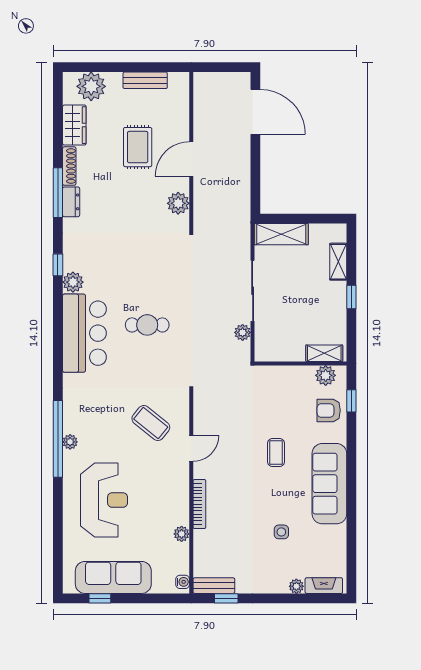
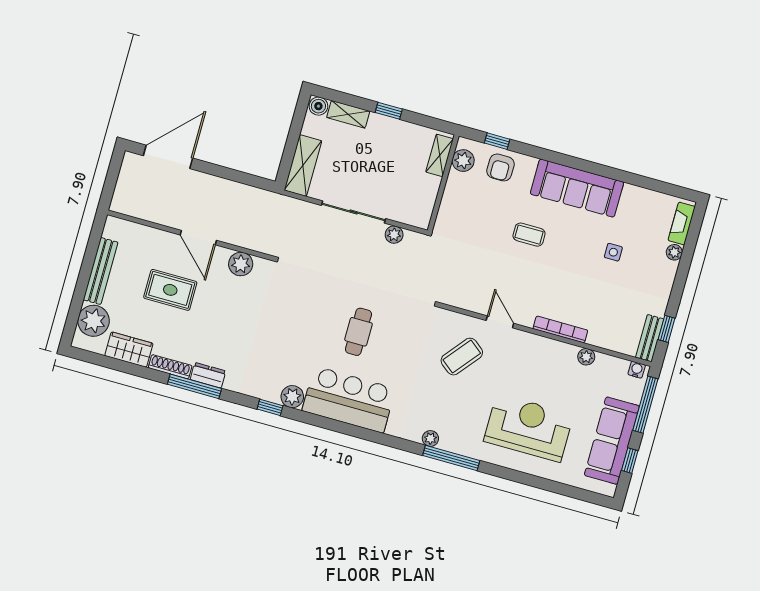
bench: (145, 80) -> (101, 271), width x1.36
boiler: (338, 233) -> (318, 106), added
window: (58, 439) -> (451, 458), width x0.68
plant: (70, 442) -> (430, 438), moved
window: (154, 598) -> (645, 405), added

